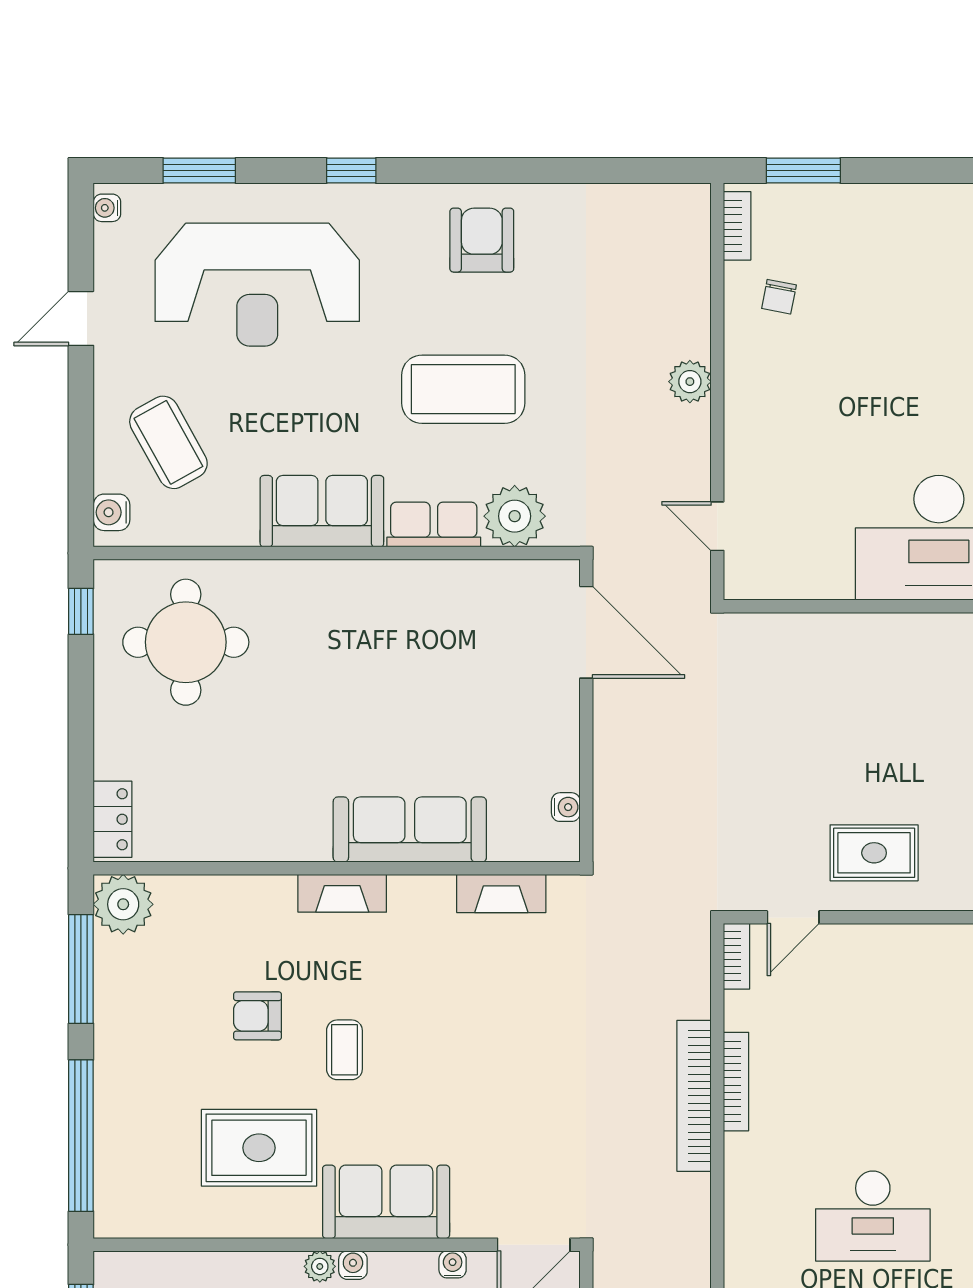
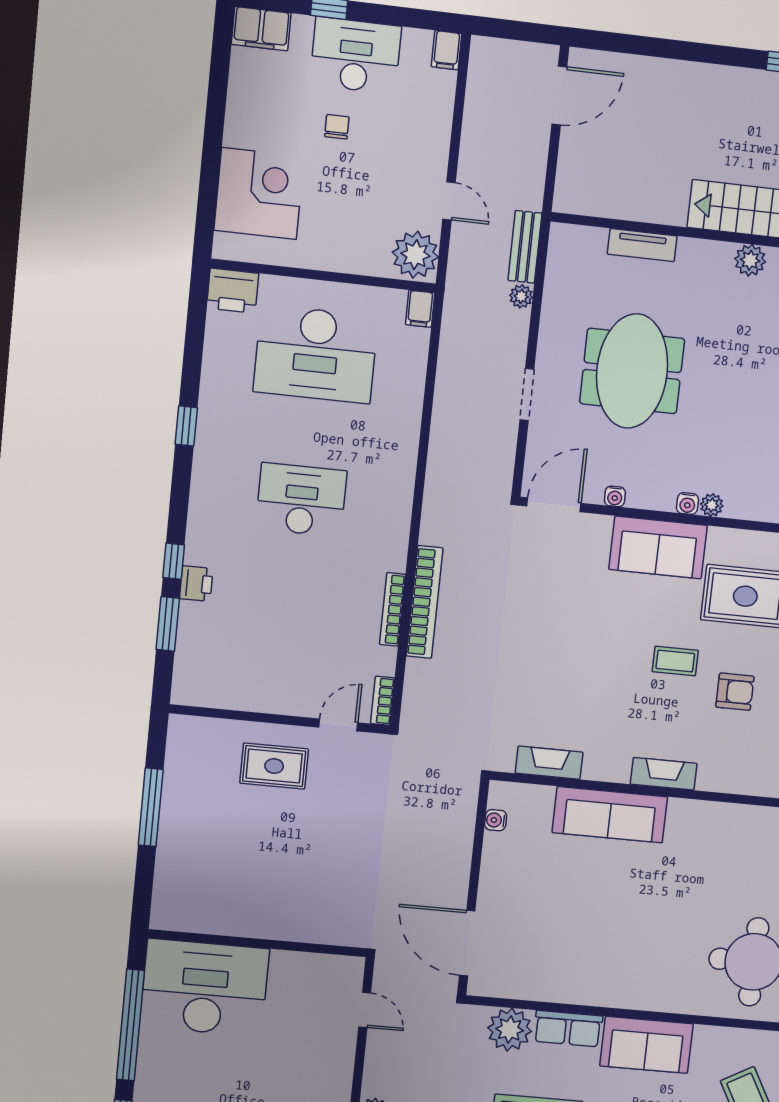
coffee table: (344, 1050) -> (675, 661), turned 90

